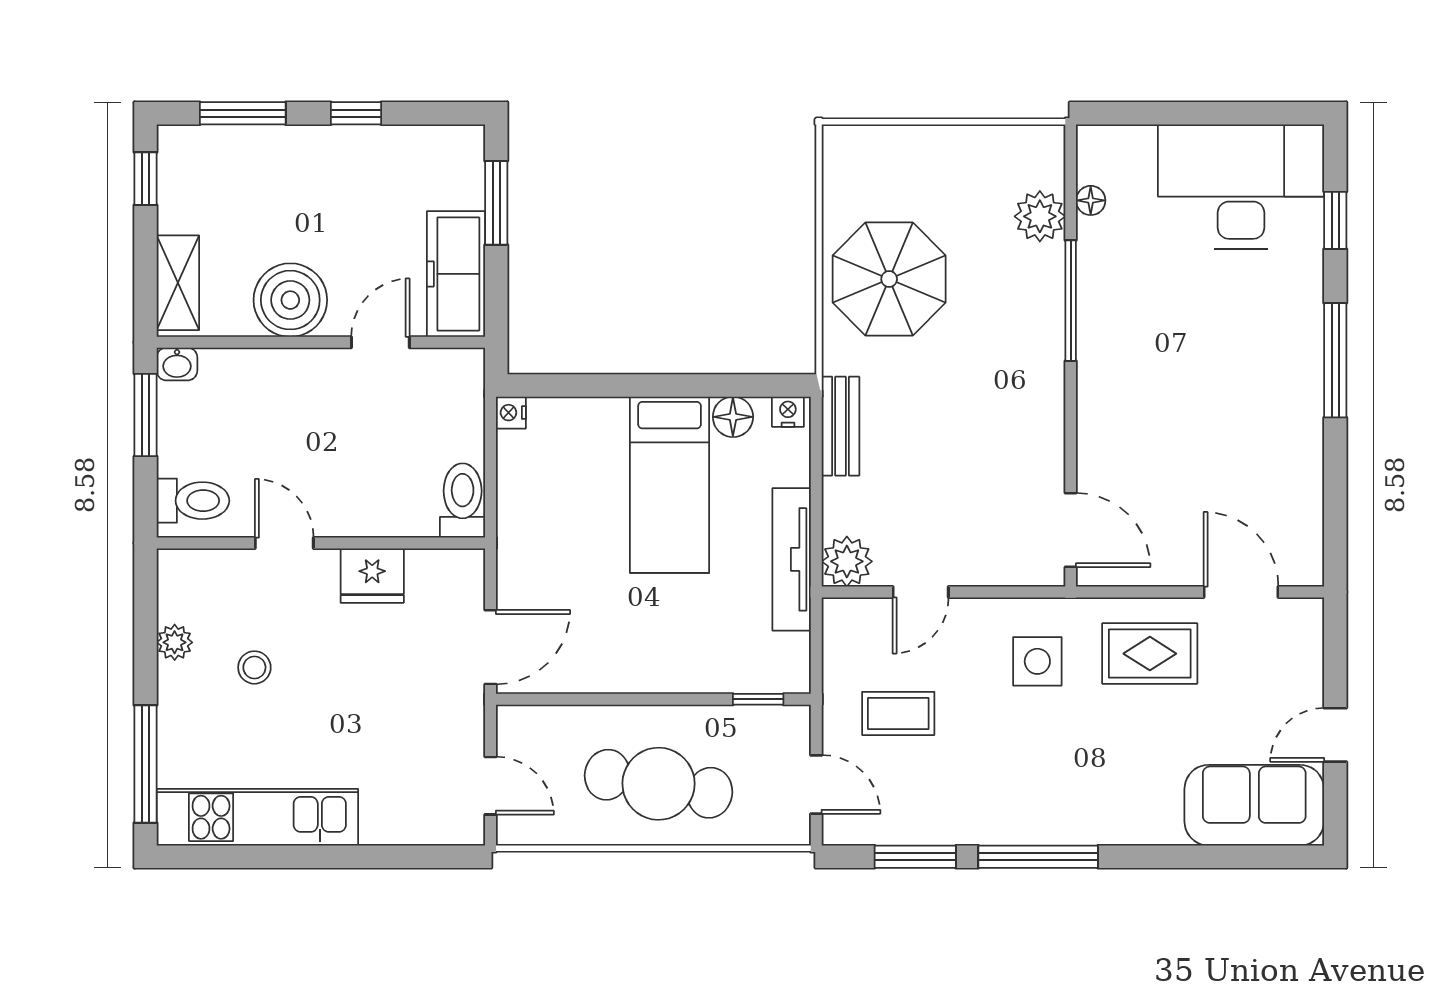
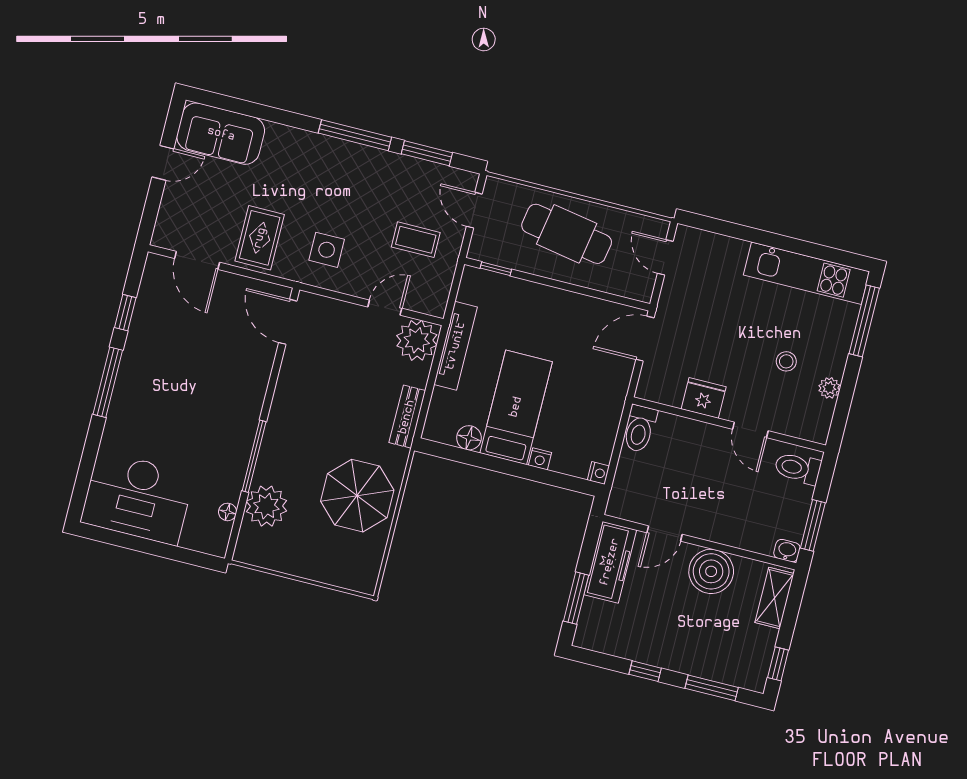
plant: (1040, 216) -> (266, 506), width x1.36, depth x1.36
window: (1335, 220) -> (125, 313), moved
nightstand: (788, 412) -> (540, 459), moved
plant: (847, 561) -> (417, 340), width x1.36, depth x1.36
rug: (1150, 654) -> (260, 238), turned 90

